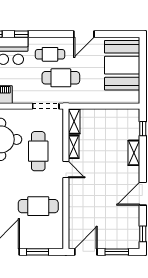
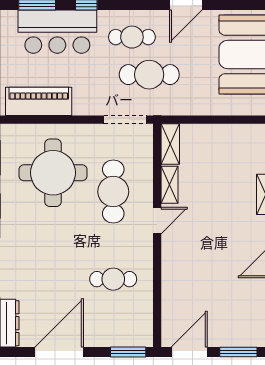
door: (66, 169) -> (157, 221), hinge flipped
cafe table: (38, 206) -> (113, 279), width x0.73, depth x0.74
window: (38, 252) -> (128, 352), moved

